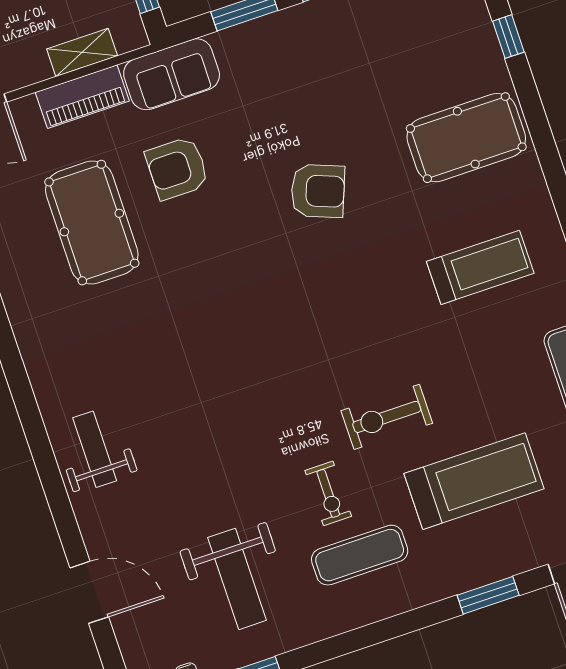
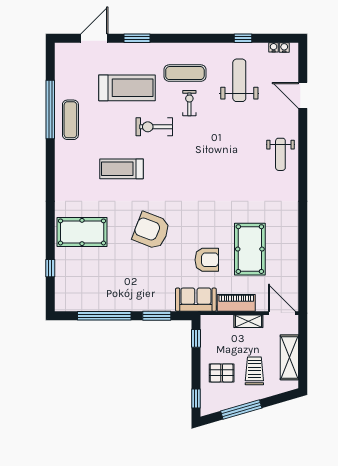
shelving: (82, 52) -> (248, 321), moved
armchair: (318, 191) -> (151, 231), width x1.36, depth x1.36
treadmill: (480, 267) -> (122, 169), moved
exercise bike: (387, 417) -> (154, 127), turned 180
treadmill: (474, 481) -> (127, 88), turned 180

